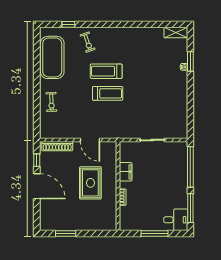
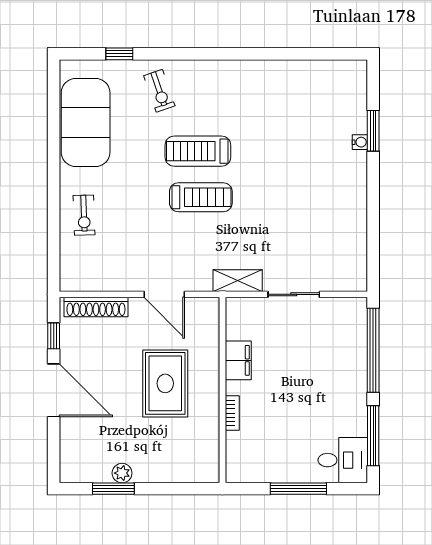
shelving: (176, 33) -> (238, 281), moved
plant: (70, 226) -> (122, 473), added

